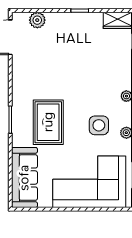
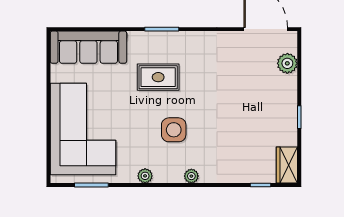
rug: (48, 122) -> (158, 77), width x0.73, depth x0.70
side table: (99, 125) -> (174, 130), moved

